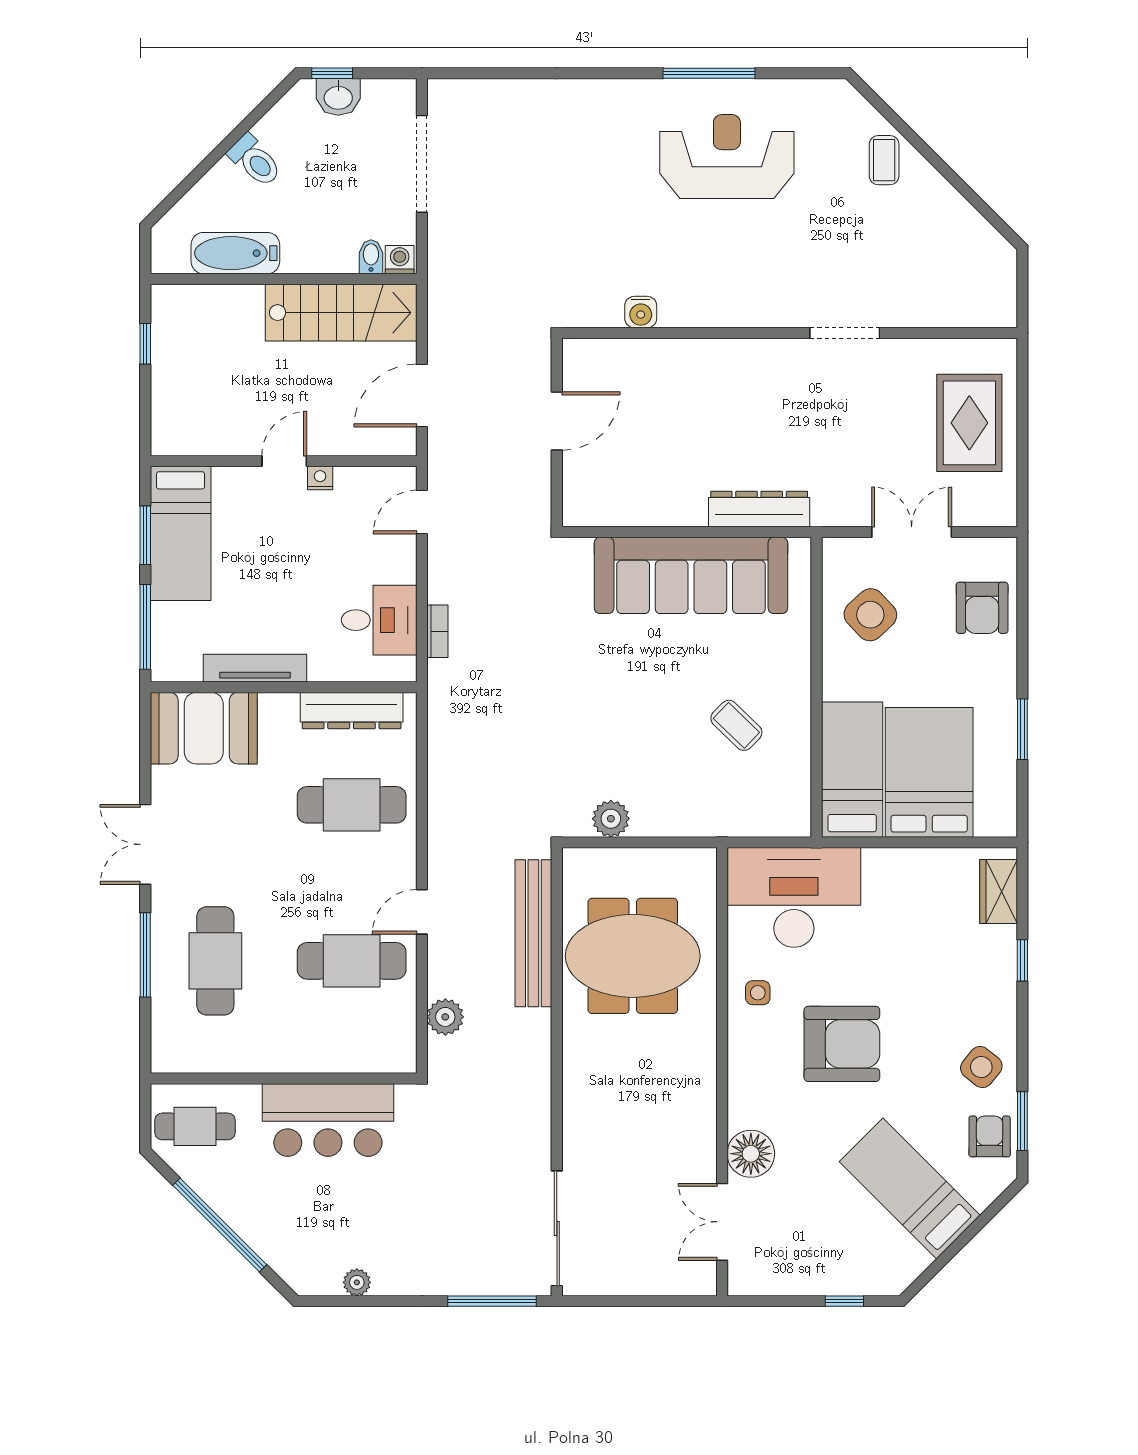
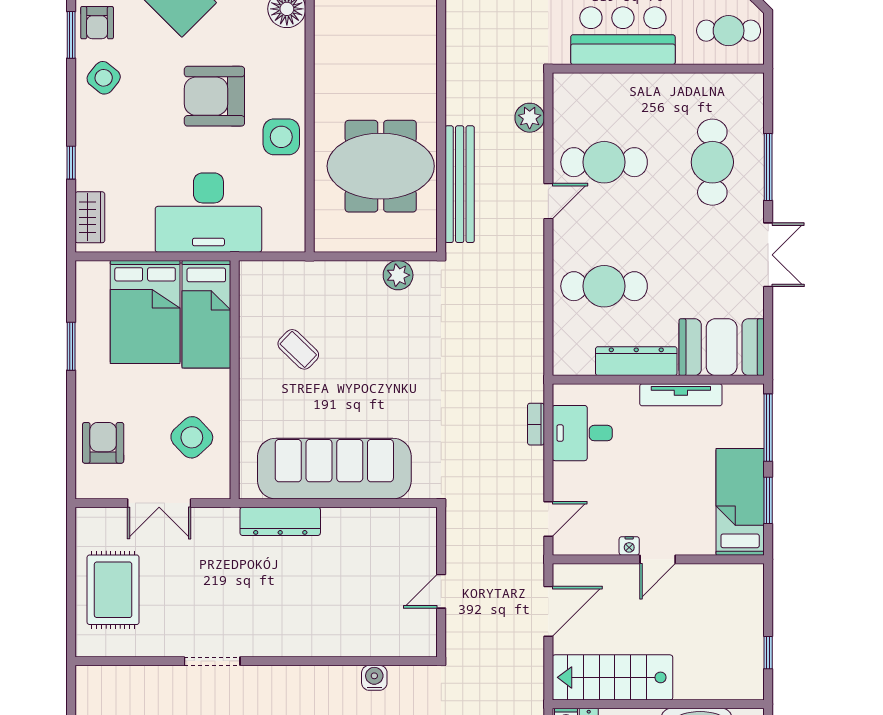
door: (557, 421) -> (441, 591), width x0.73
dresser: (352, 711) -> (636, 361), moved
desk: (794, 897) -> (208, 213), moved
side table: (758, 993) -> (281, 137), width x1.87, depth x1.87

